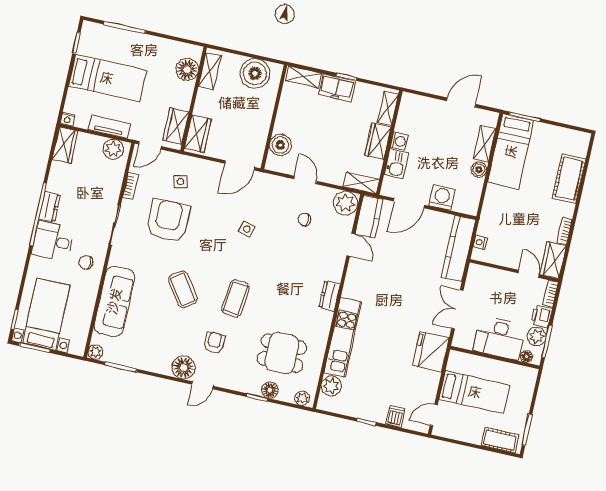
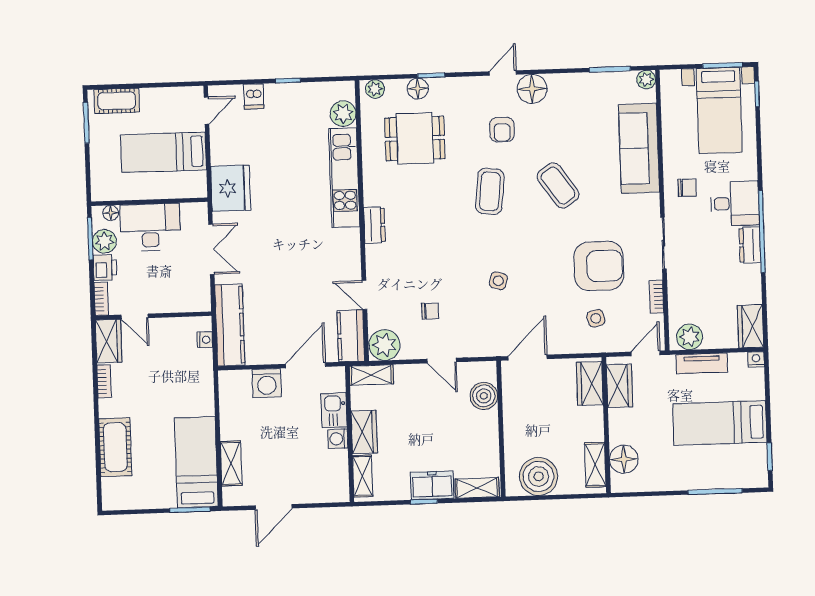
boiler: (479, 170) -> (230, 429), removed
armchair: (168, 221) -> (599, 266), turned -90

